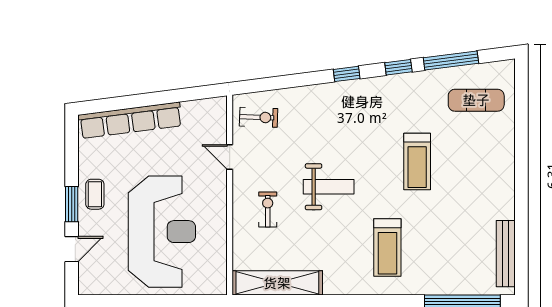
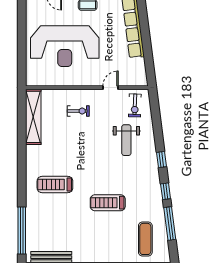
weight bench: (329, 187) -> (126, 140), moved

